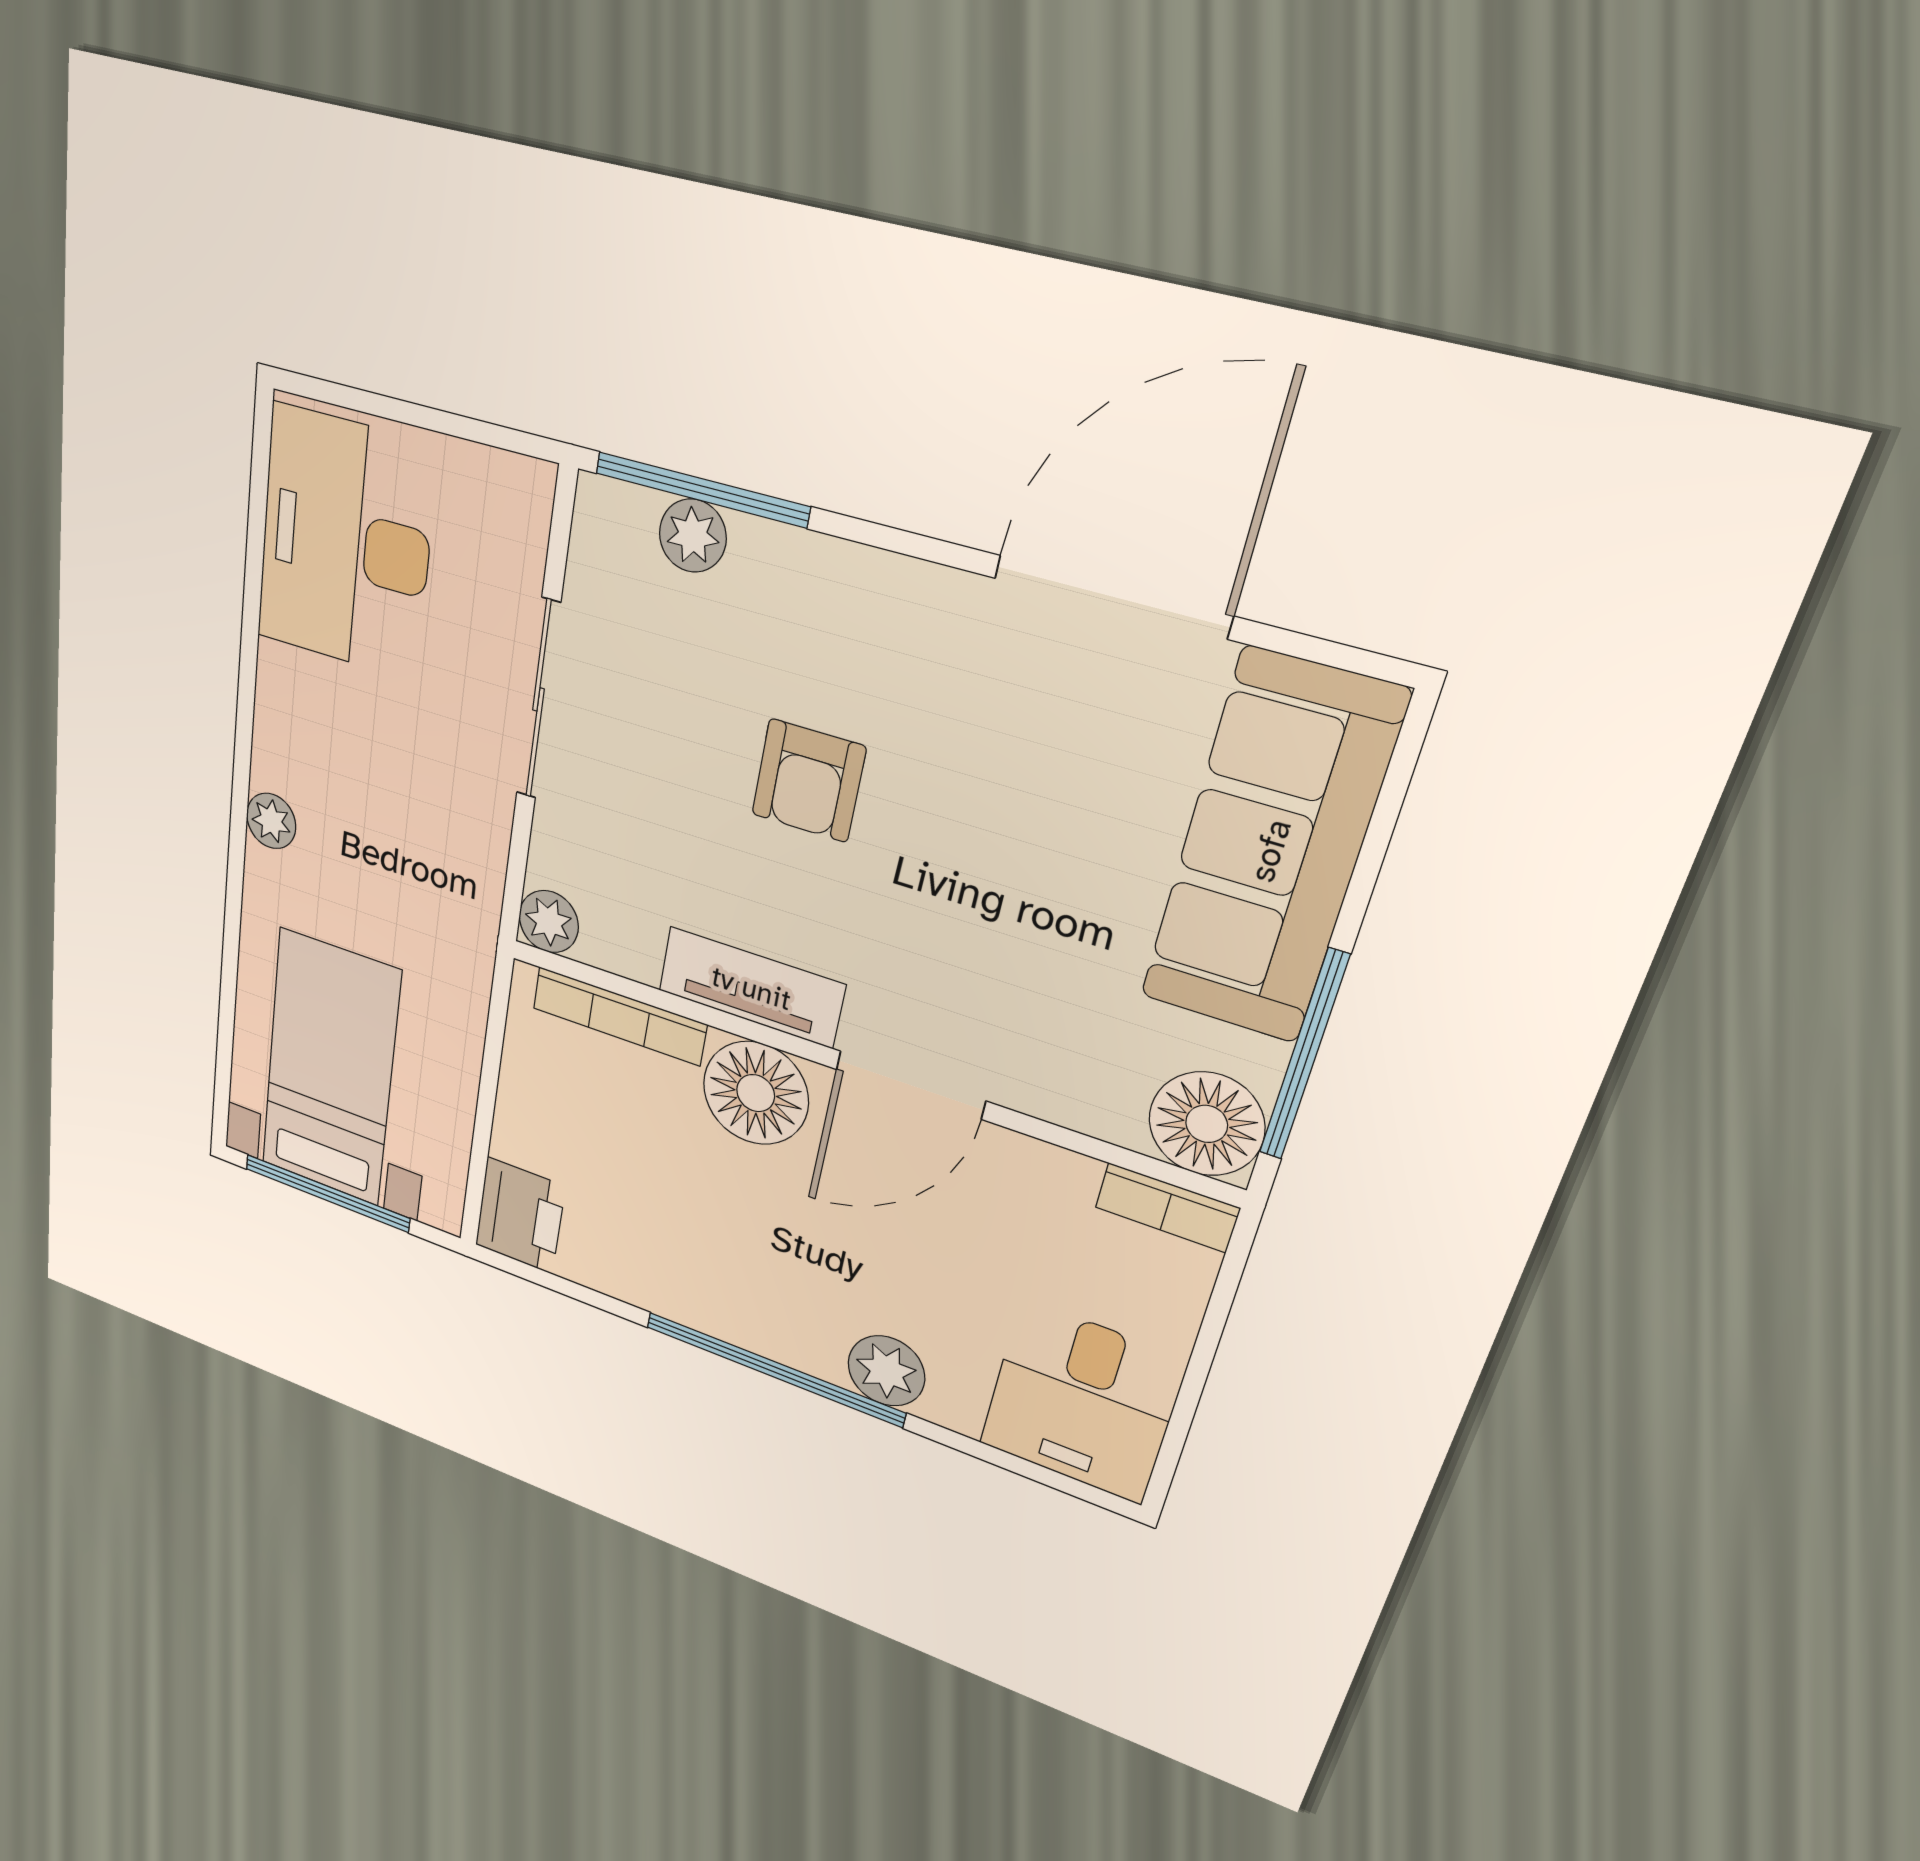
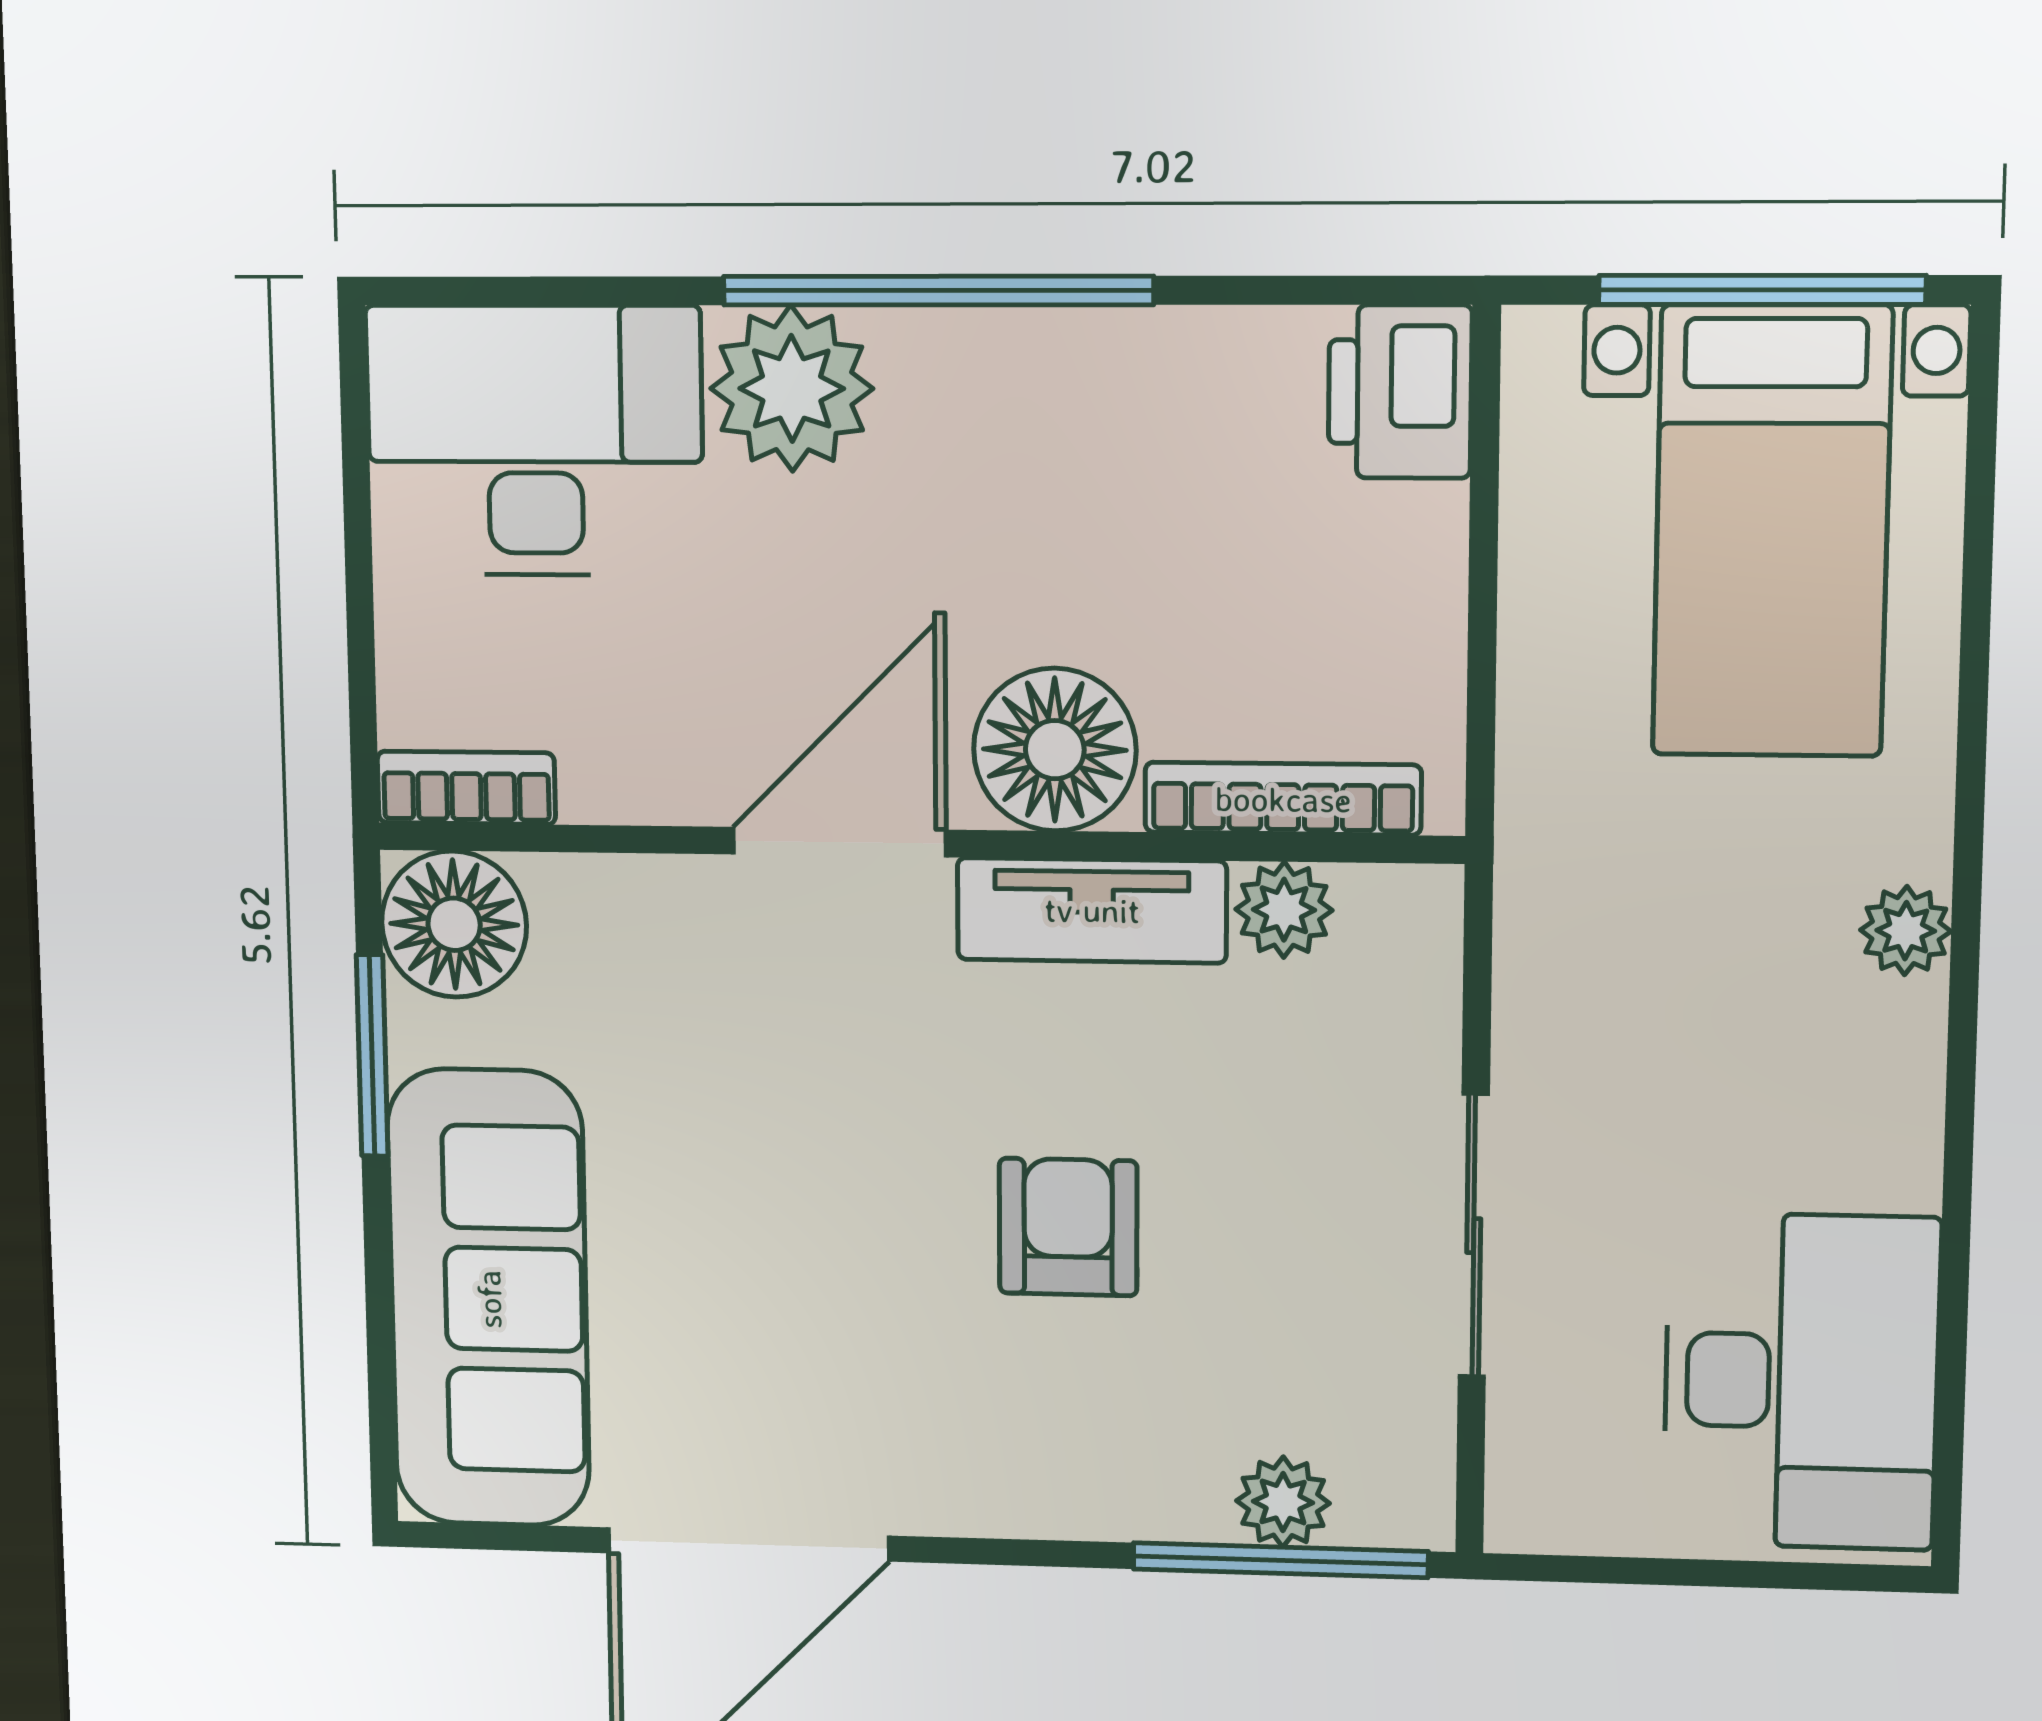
plant: (549, 922) -> (1284, 910), moved
window: (1304, 1055) -> (372, 1056), width x0.69
plant: (886, 1371) -> (792, 388), width x1.36, depth x1.36
desk: (1082, 1402) -> (535, 440), width x1.37

